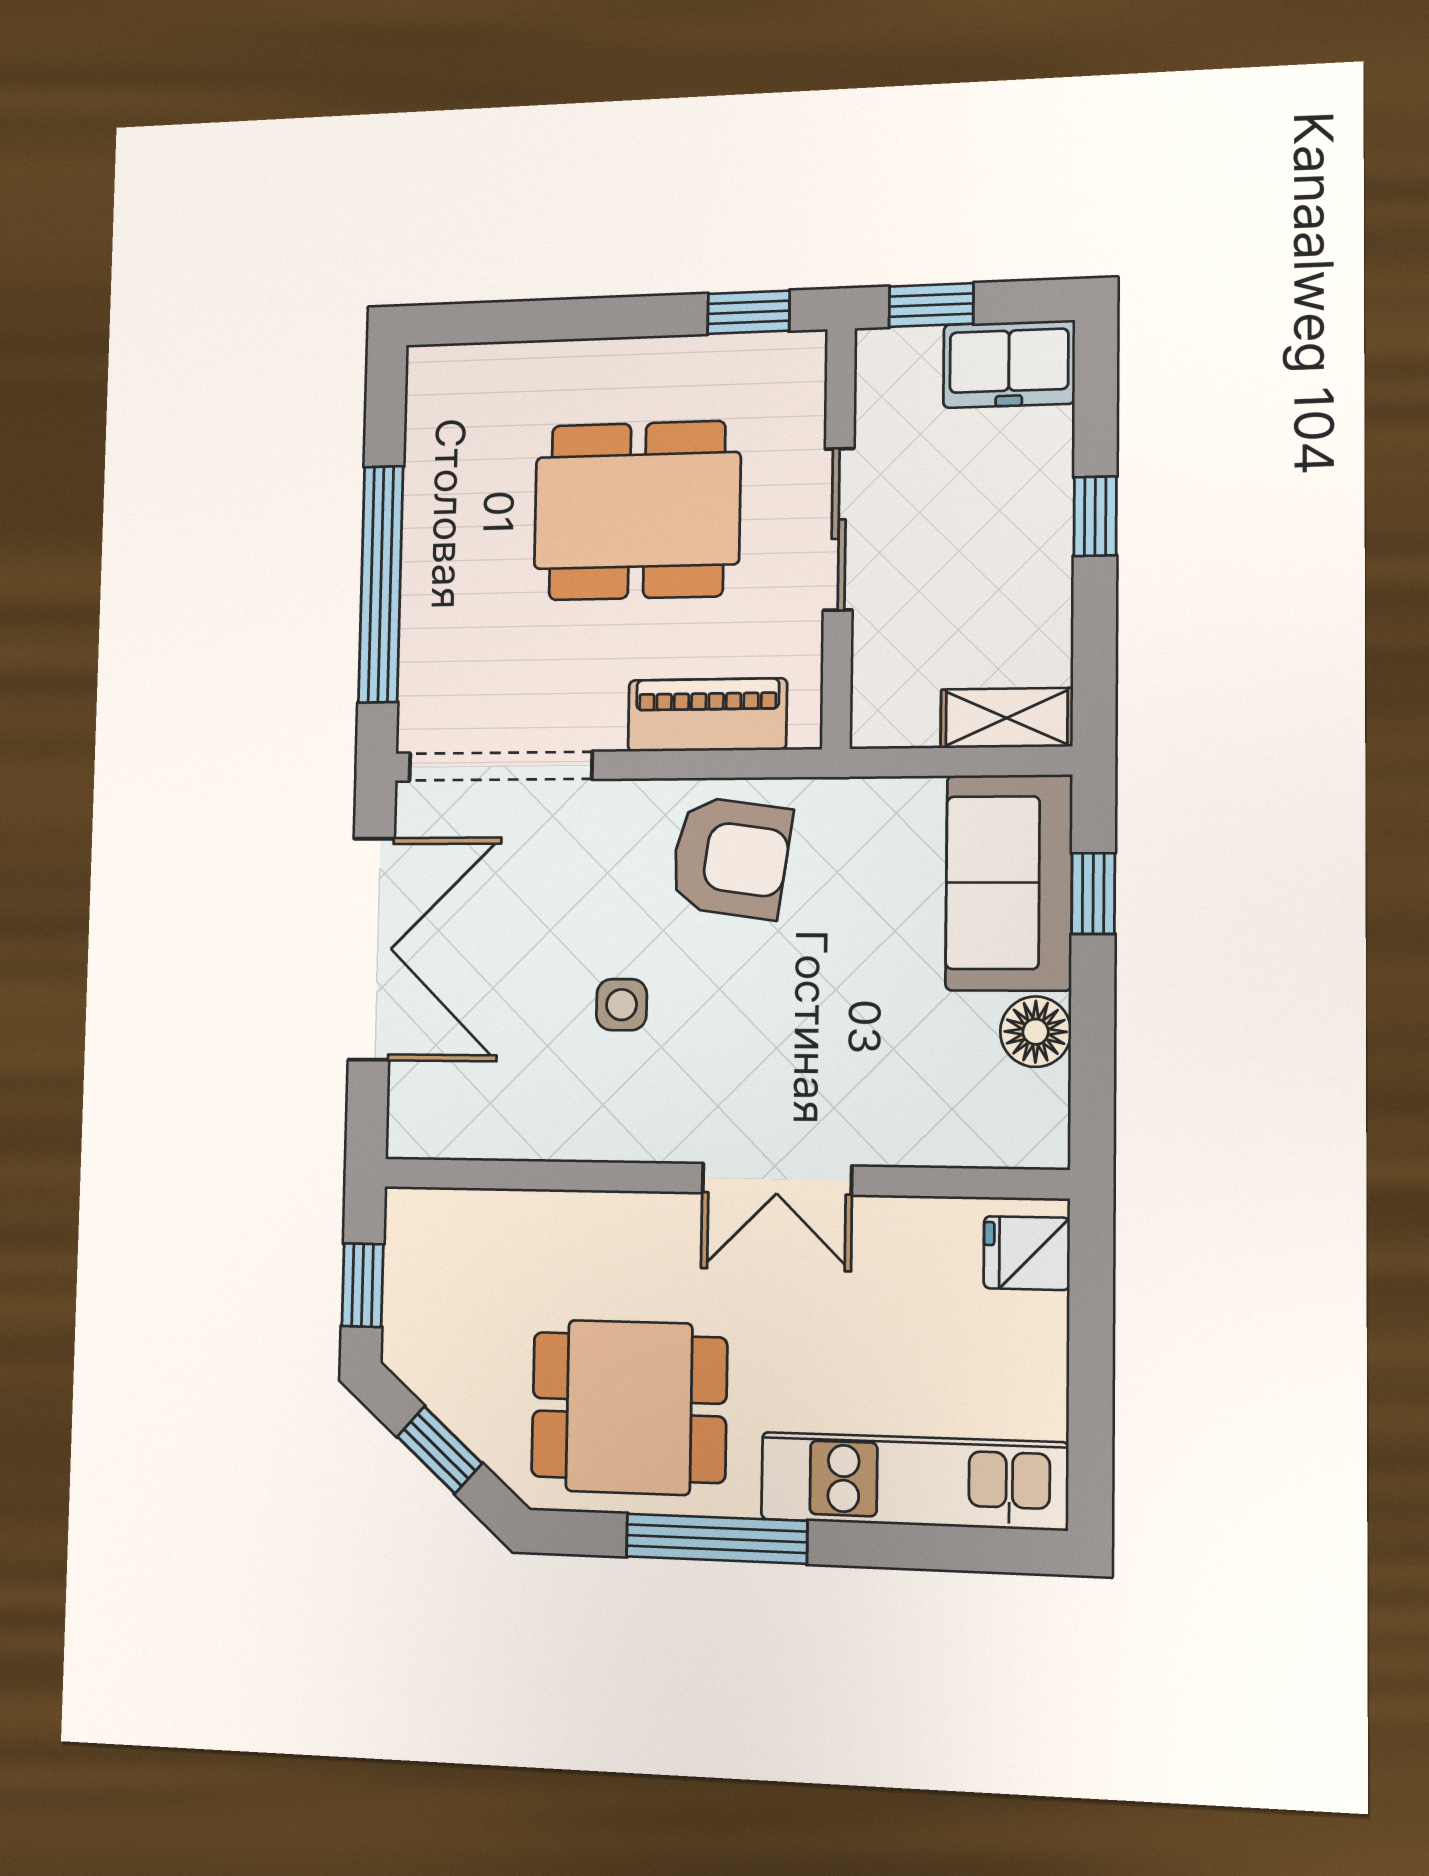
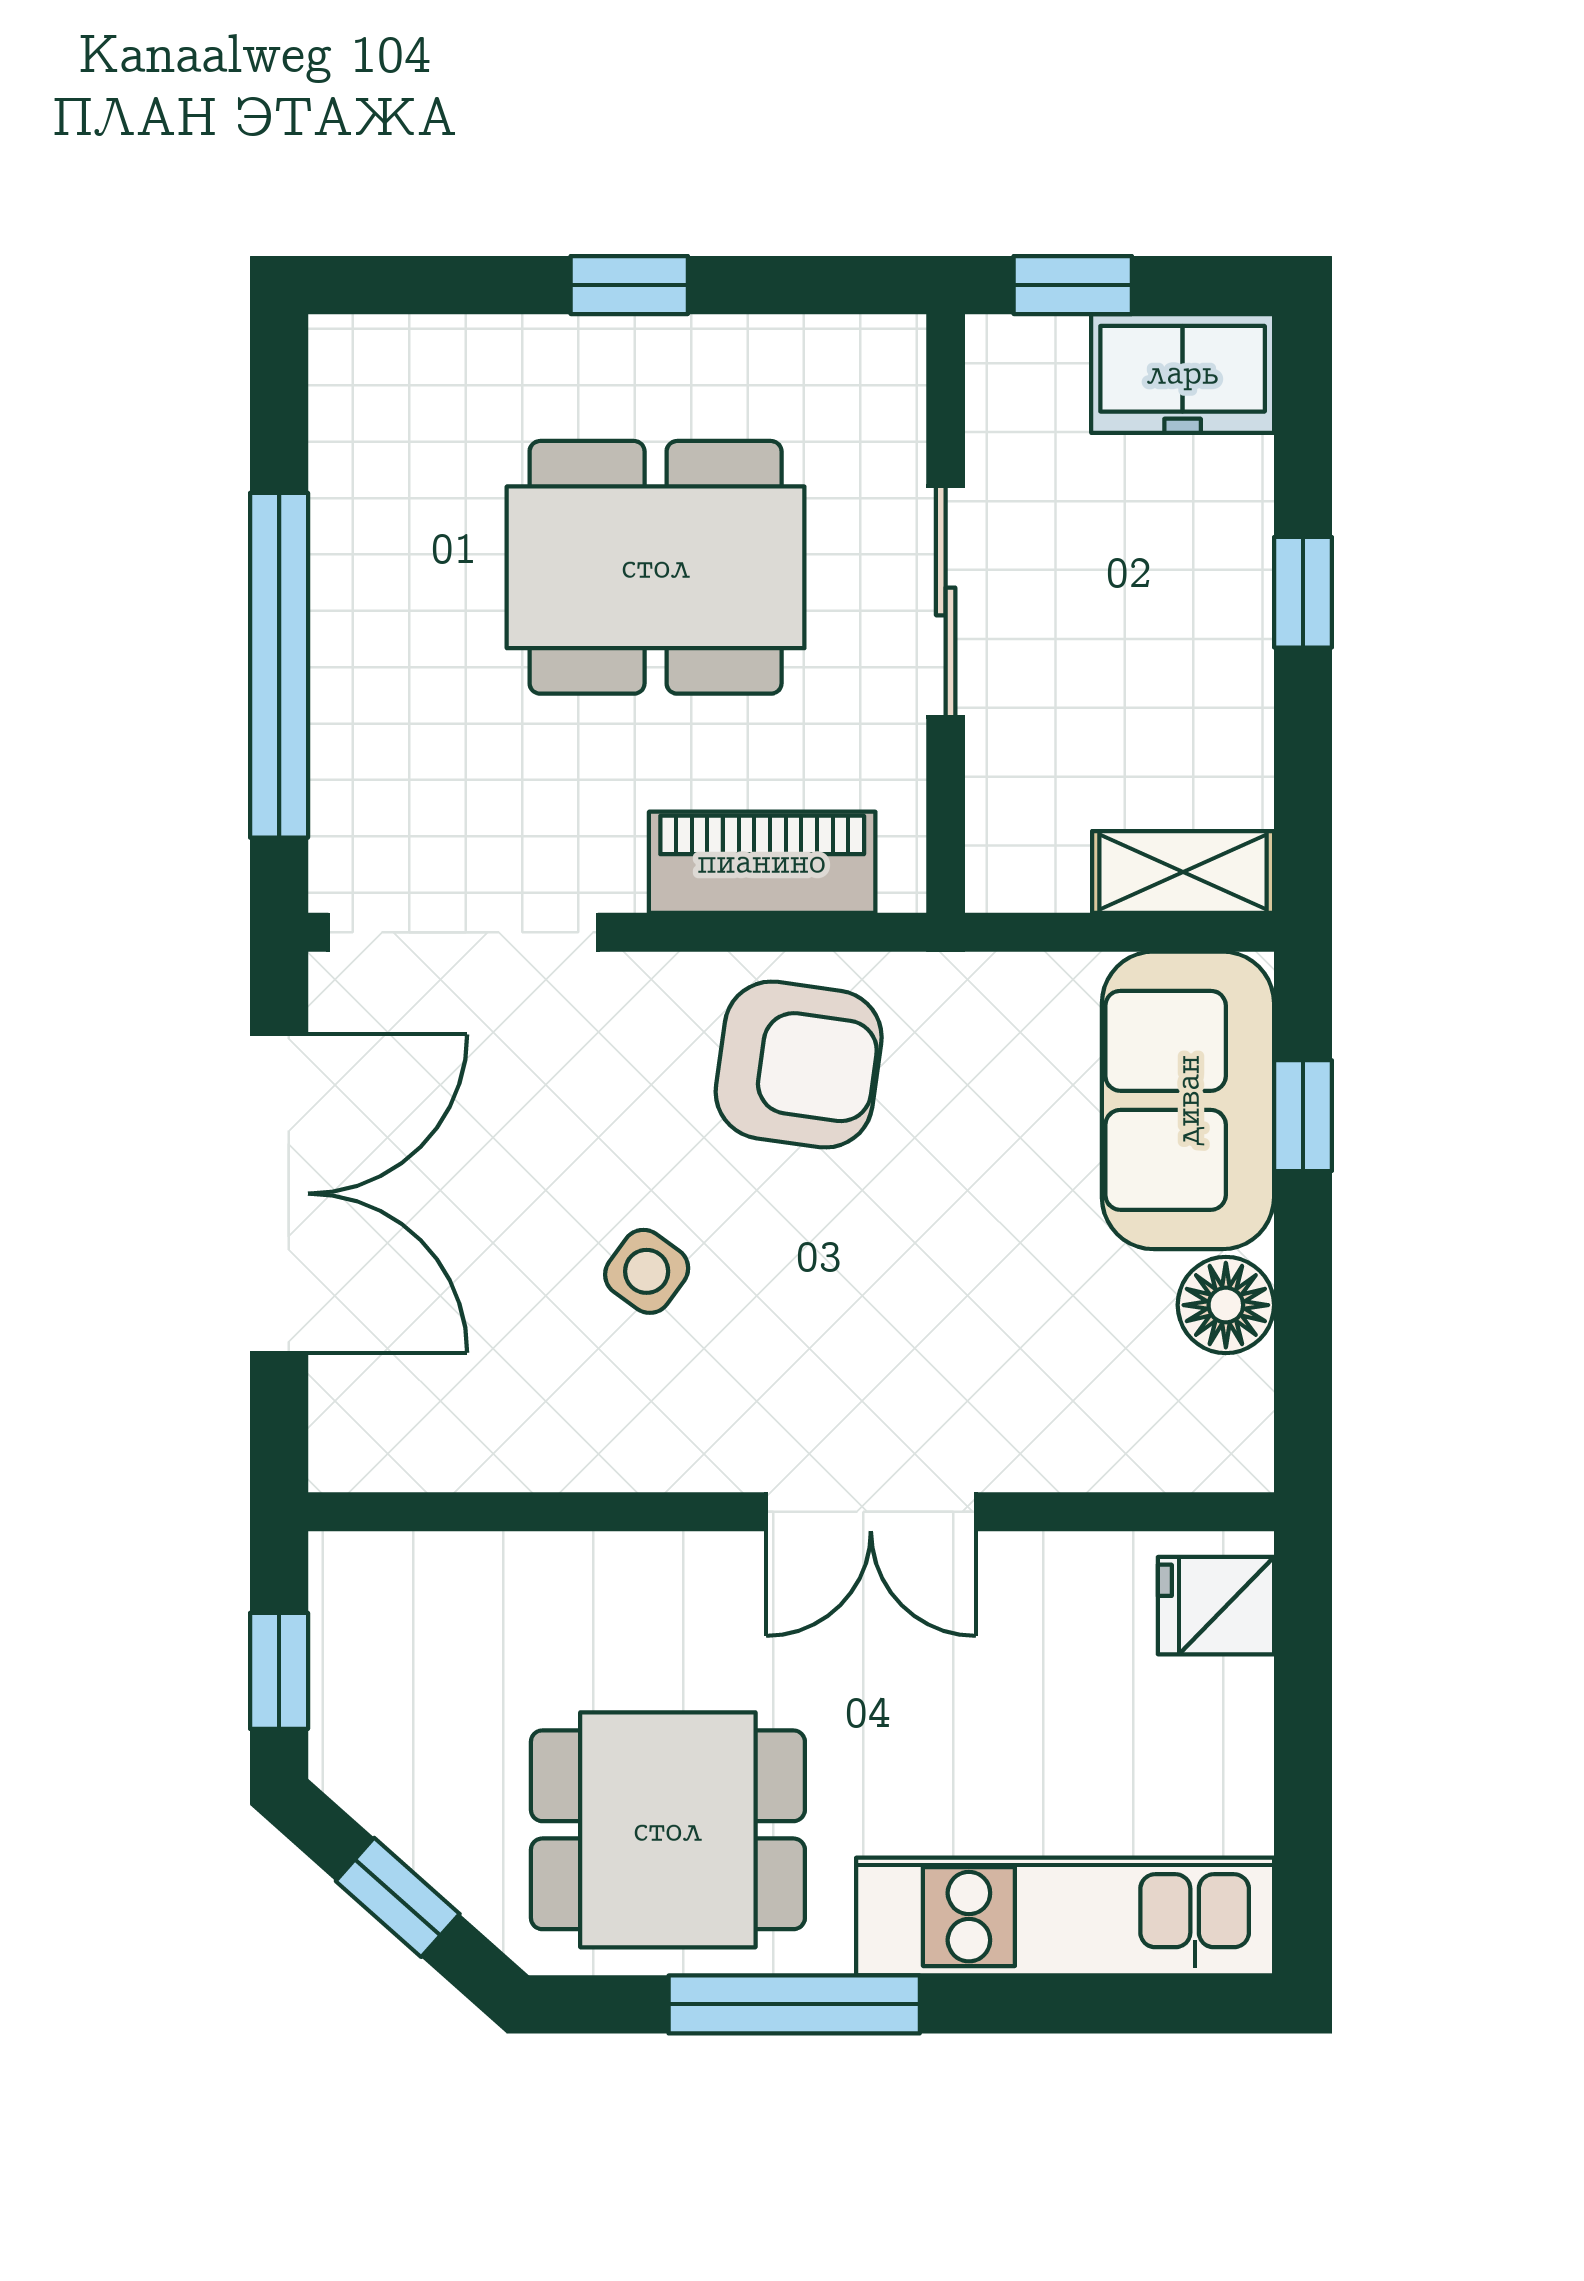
window: (749, 312) -> (629, 285), moved
side table: (622, 1005) -> (647, 1271), turned 36

